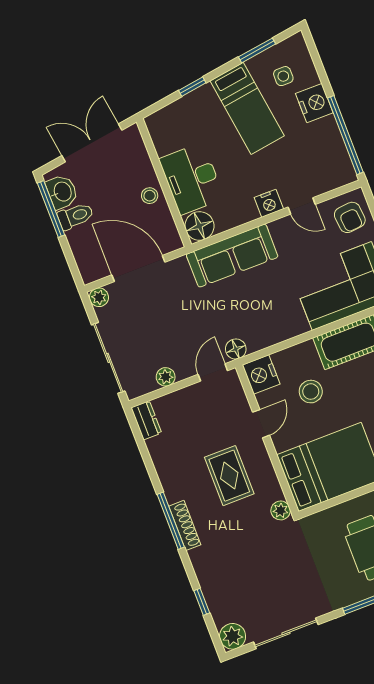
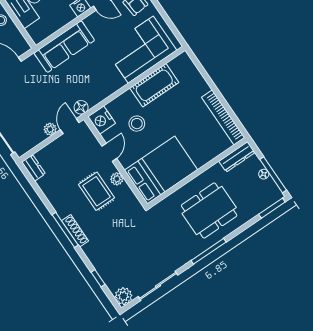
floor lamp: (199, 226) -> (38, 32), removed
plant: (166, 377) -> (50, 129), moved
plant: (281, 510) -> (117, 179), moved

